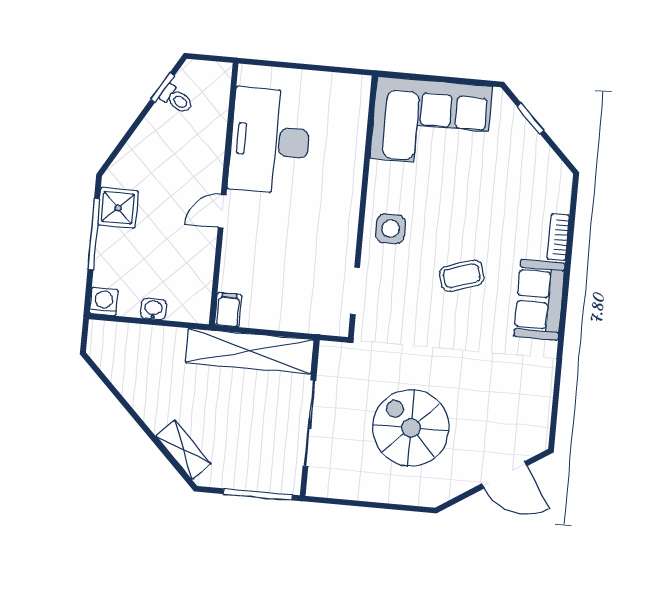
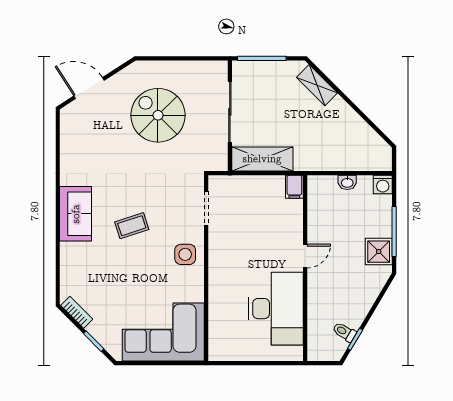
bookcase: (558, 237) -> (77, 312), moved, turned -45
shelving: (250, 351) -> (262, 159), width x0.68
spiral stairs: (411, 428) -> (158, 115), turned 180

